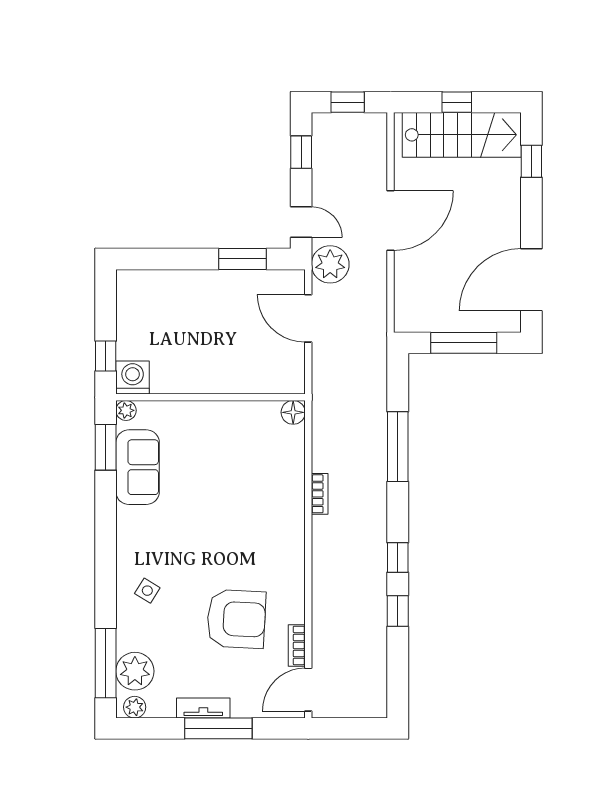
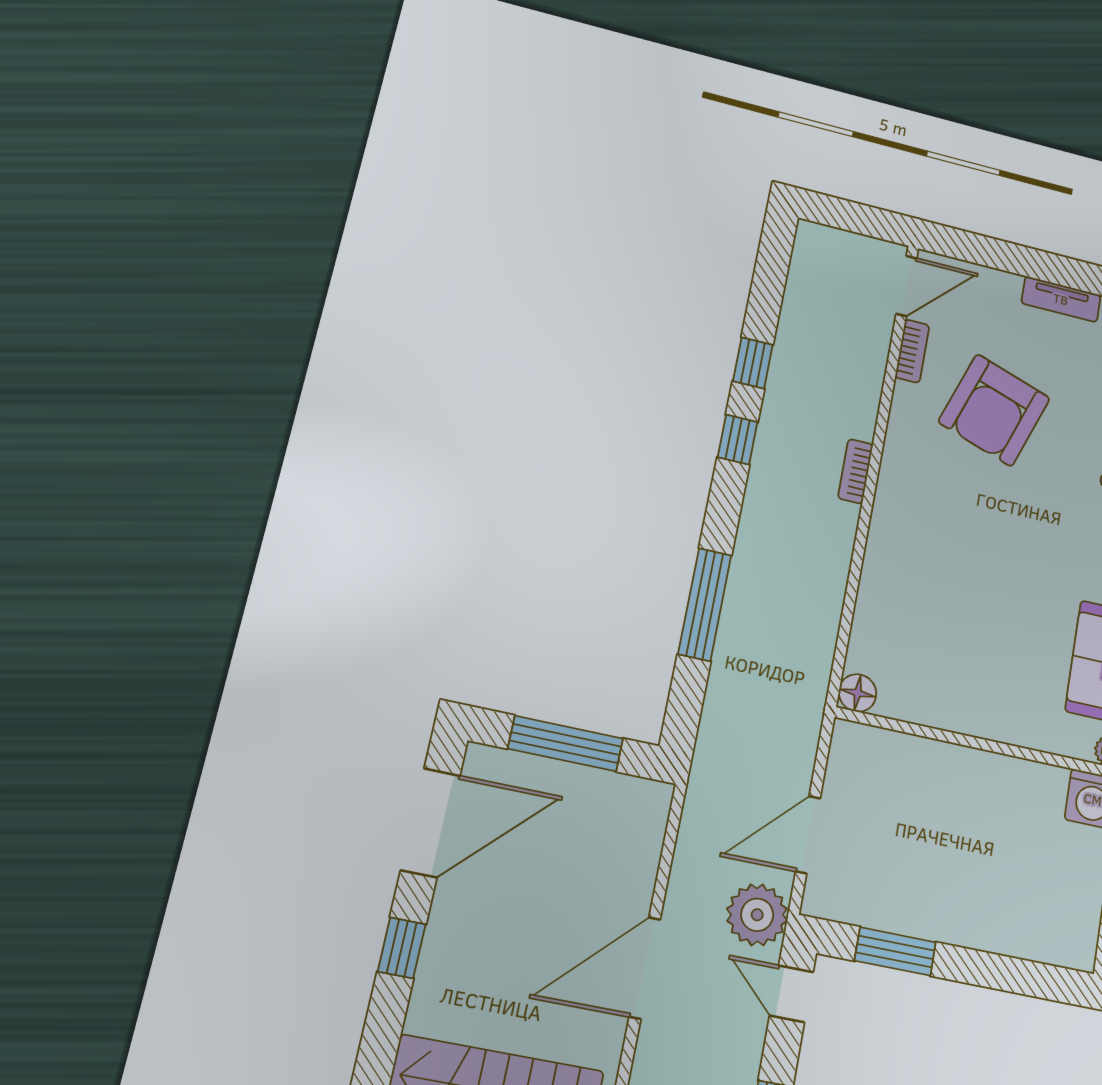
window: (531, 161) -> (402, 948), moved
door: (308, 318) -> (808, 835), swing flipped
bookcase: (320, 494) -> (855, 471), moved
armchair: (236, 619) -> (994, 410), turned -74
window: (218, 728) -> (1044, 266), removed

